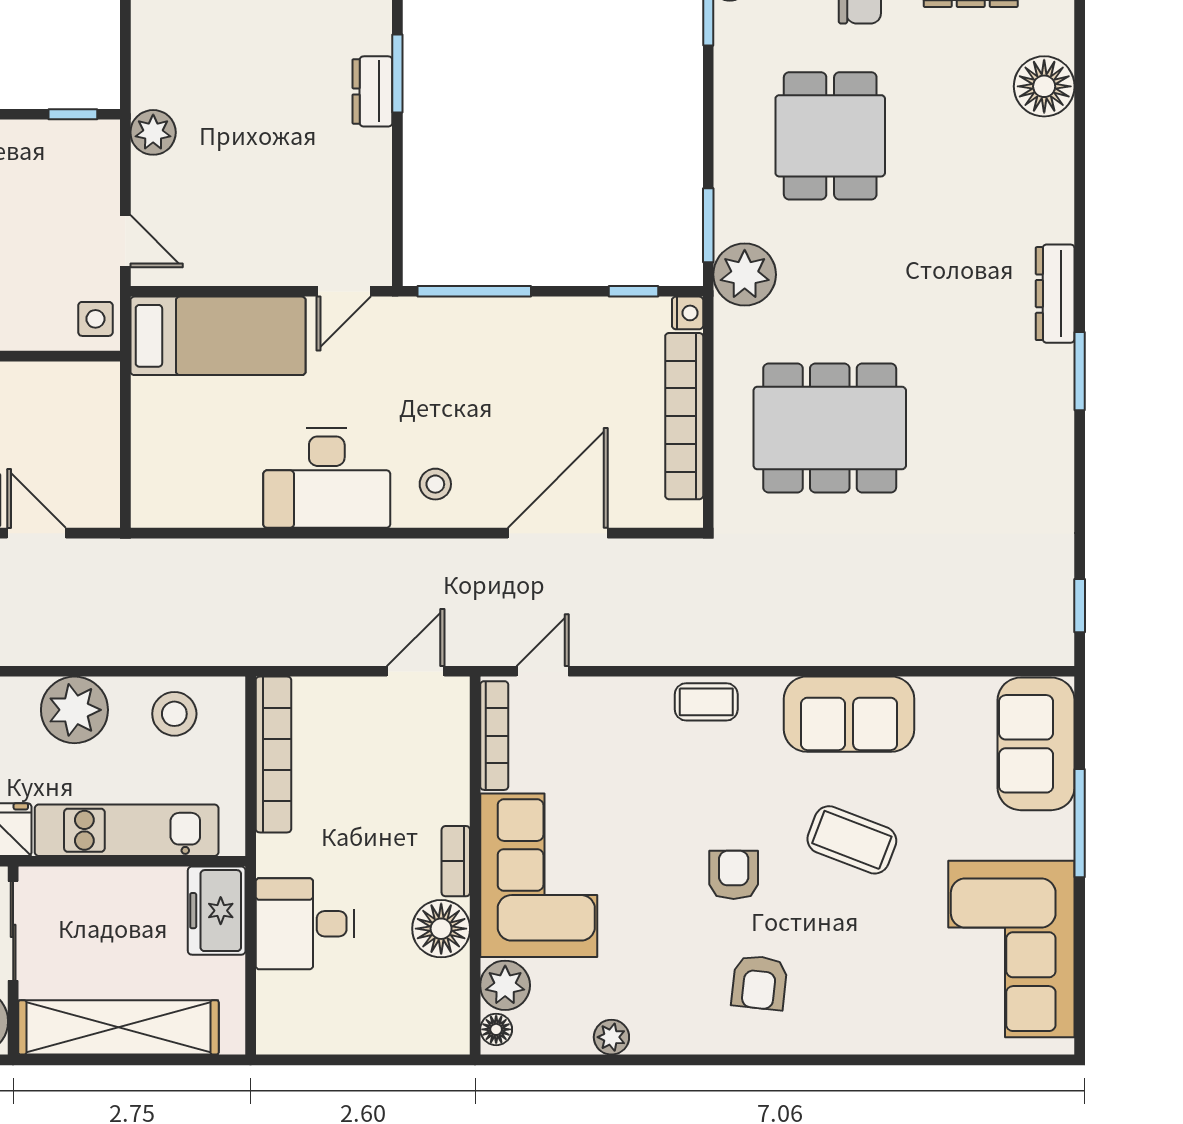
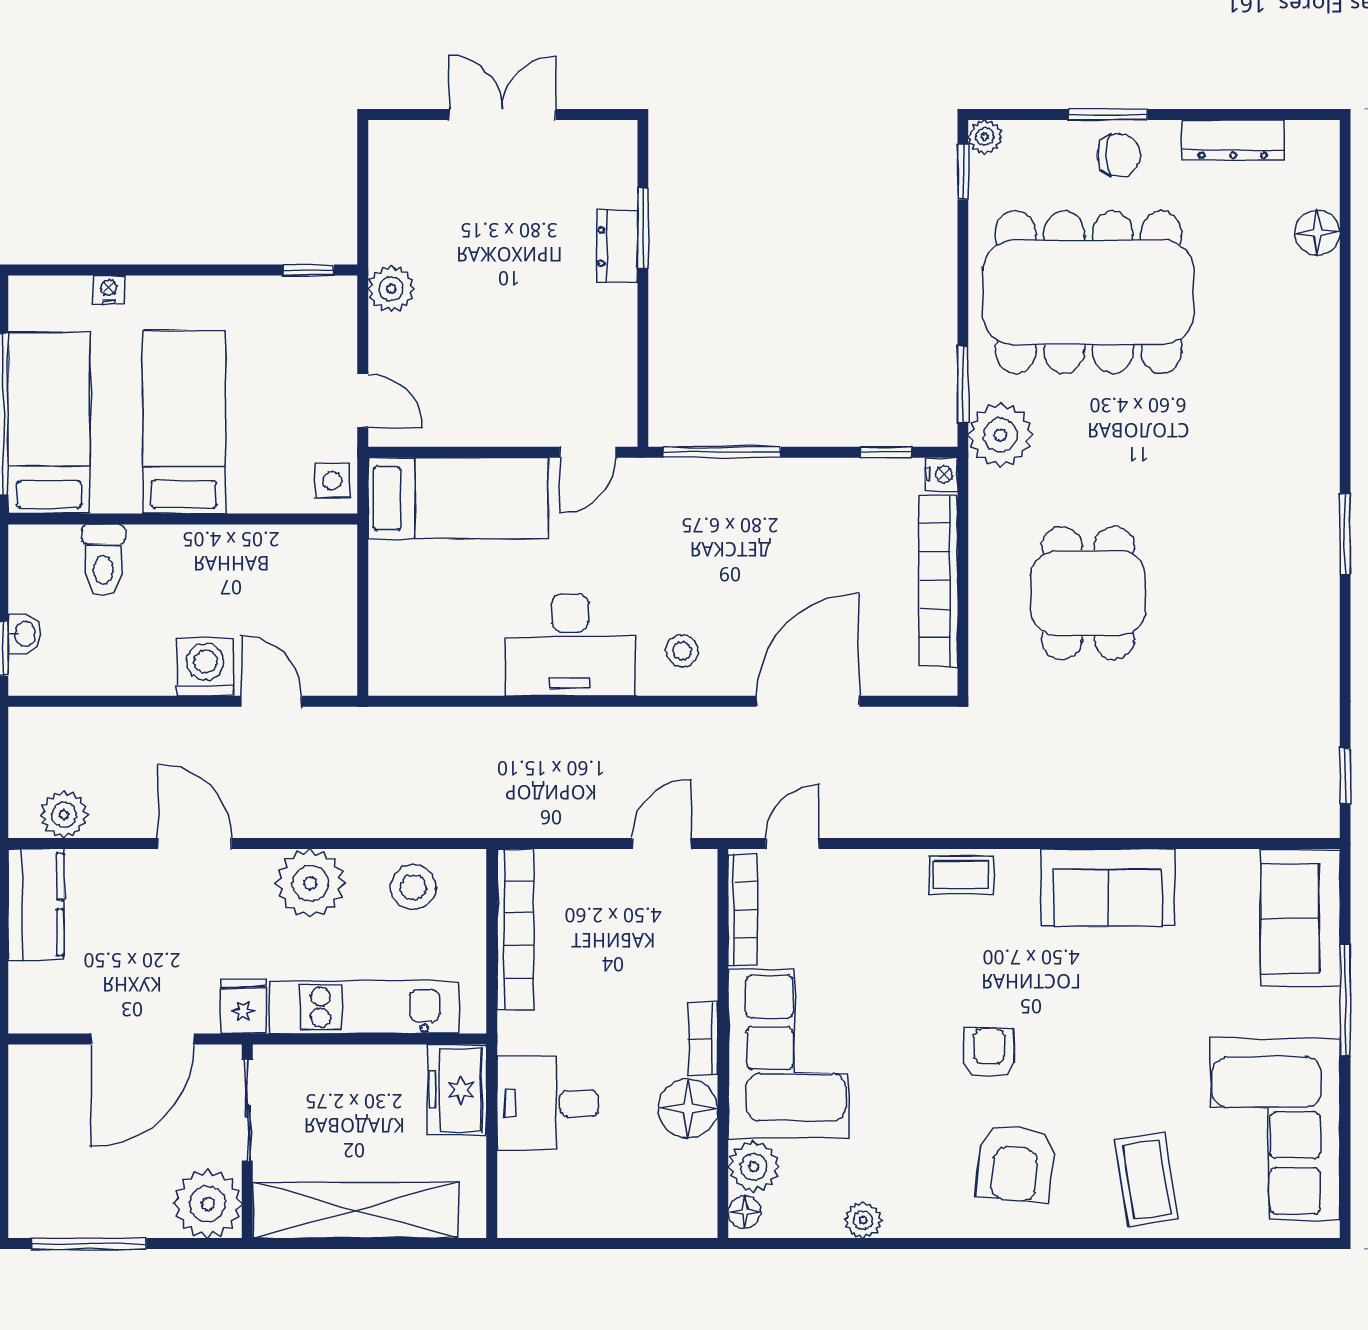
floor lamp: (1044, 86) -> (1317, 233), width x0.73, depth x0.73
dining table: (830, 136) -> (1088, 292), width x1.88, depth x1.24
dresser: (1055, 294) -> (1320, 455), removed
dining table: (830, 428) -> (1088, 593), width x0.73
coffee table: (852, 840) -> (1146, 1179), moved, turned 60
armchair: (759, 982) -> (1015, 1164), width x1.38, depth x1.38

